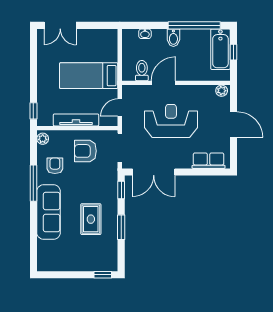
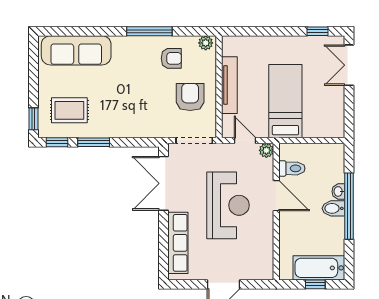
window: (194, 25) -> (349, 206), moved
washbasin: (145, 34) -> (338, 191), moved
plant: (222, 91) -> (266, 150), moved
window: (33, 111) -> (318, 31), moved
row of seats: (209, 161) -> (178, 243), width x1.48
window: (121, 190) -> (57, 142), moved
sofa: (49, 212) -> (76, 50), moved
rug: (91, 219) -> (69, 110), moved

